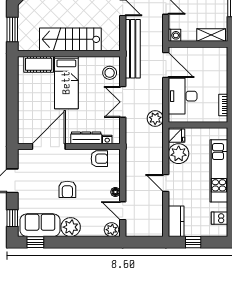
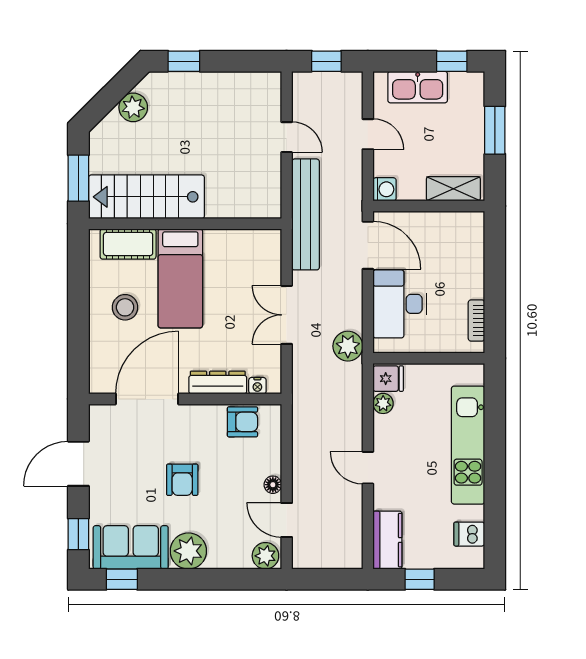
stairs: (70, 39) -> (146, 197), moved
stool: (110, 73) -> (125, 307), moved
plant: (179, 154) -> (383, 403), width x0.53, depth x0.53

